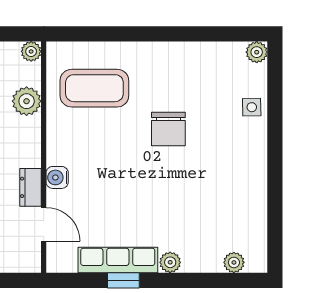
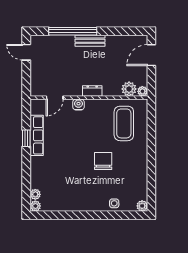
plant: (27, 101) -> (129, 89), moved
chair: (168, 129) -> (103, 161), turned 90
dresser: (30, 187) -> (92, 91), moved
plant: (170, 262) -> (35, 206), moved

